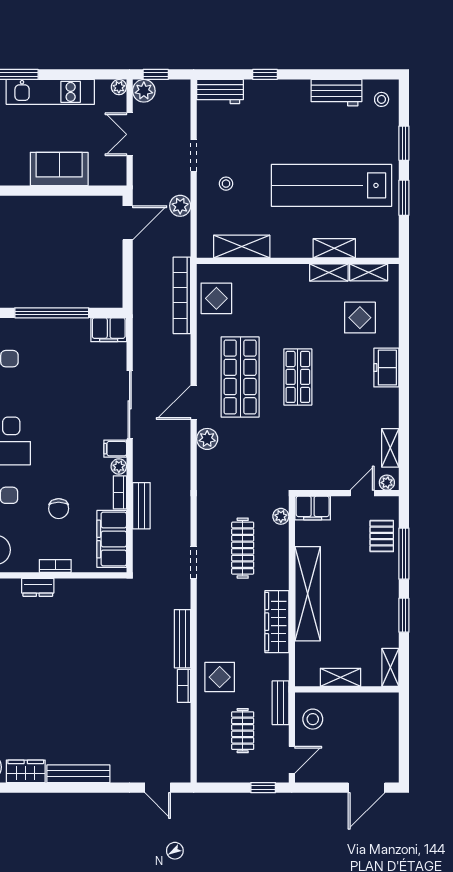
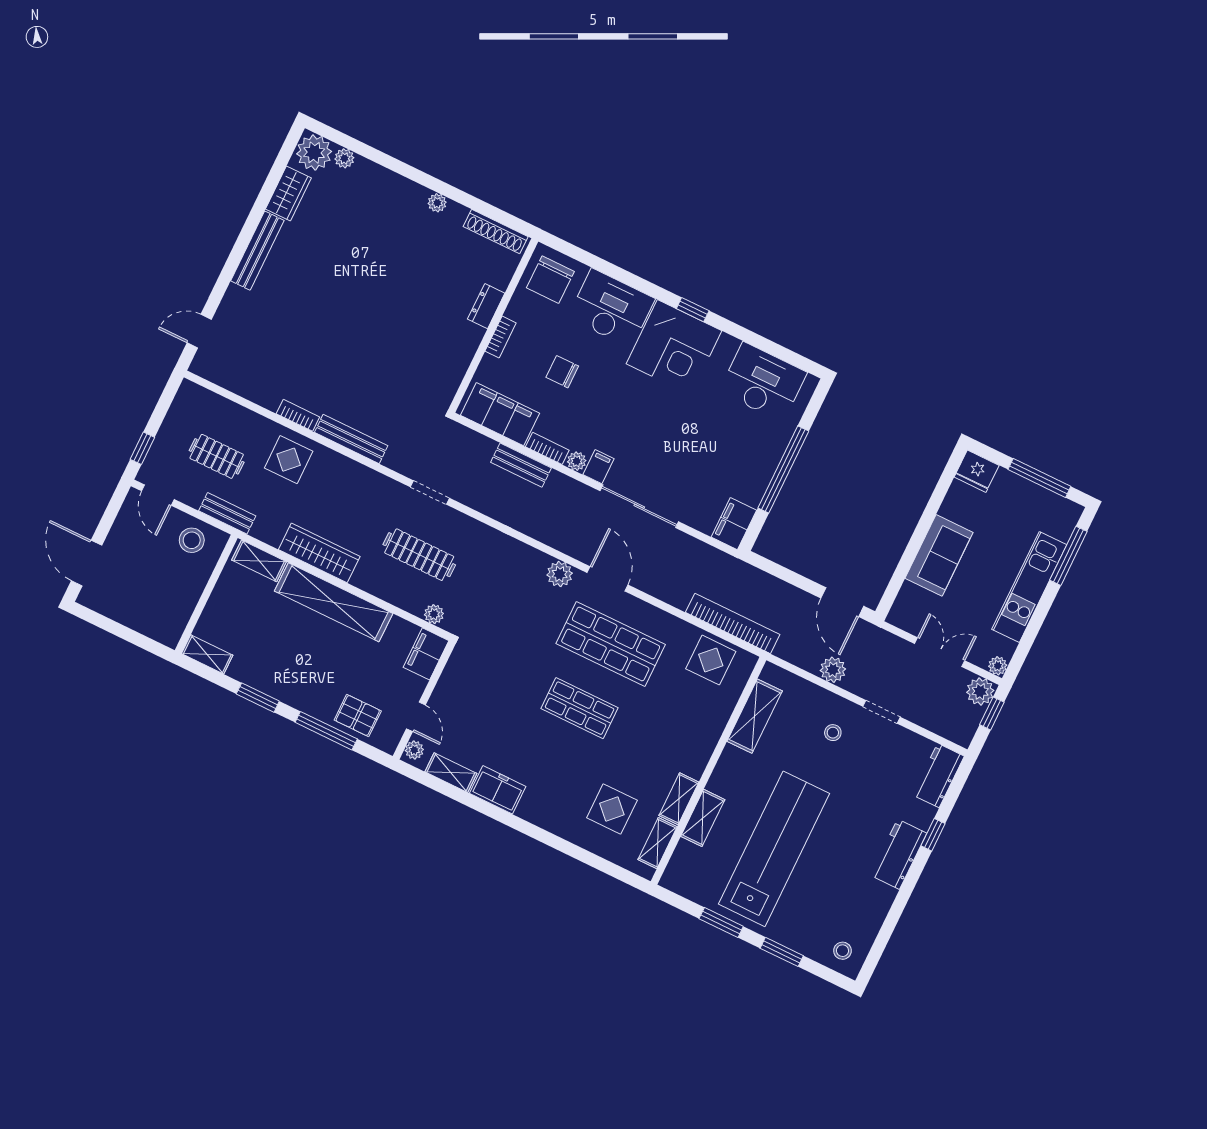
workbench: (337, 93) -> (899, 854), moved
freezer: (386, 368) -> (498, 790), moved
shelving: (340, 677) -> (259, 561), moved, turned 90

